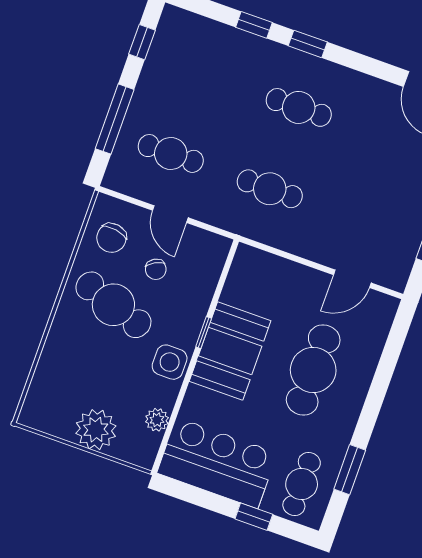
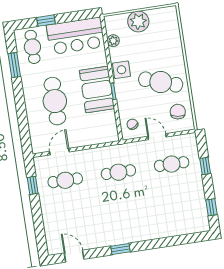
window: (254, 25) -> (165, 242), removed
window: (308, 44) -> (120, 249), moved
cafe table: (299, 107) -> (65, 180), moved
window: (115, 119) -> (205, 166), width x0.46
chair: (156, 269) -> (132, 124), moved

